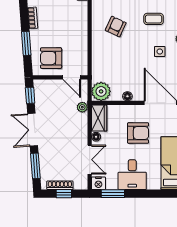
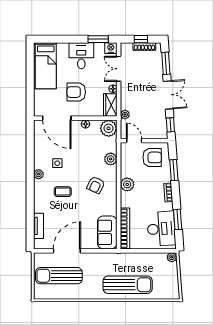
plant: (80, 27) -> (127, 184), added
plant: (99, 56) -> (111, 159), added

